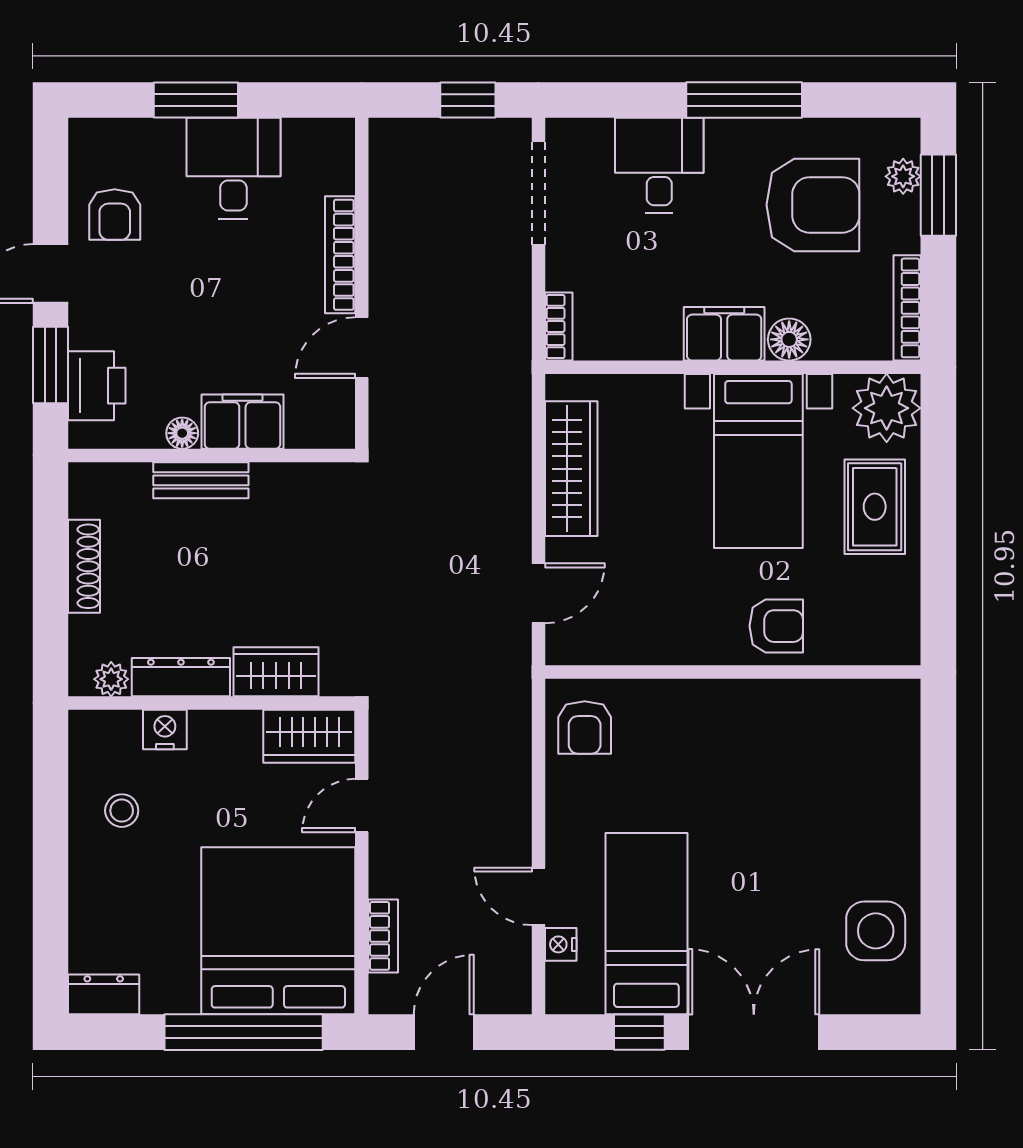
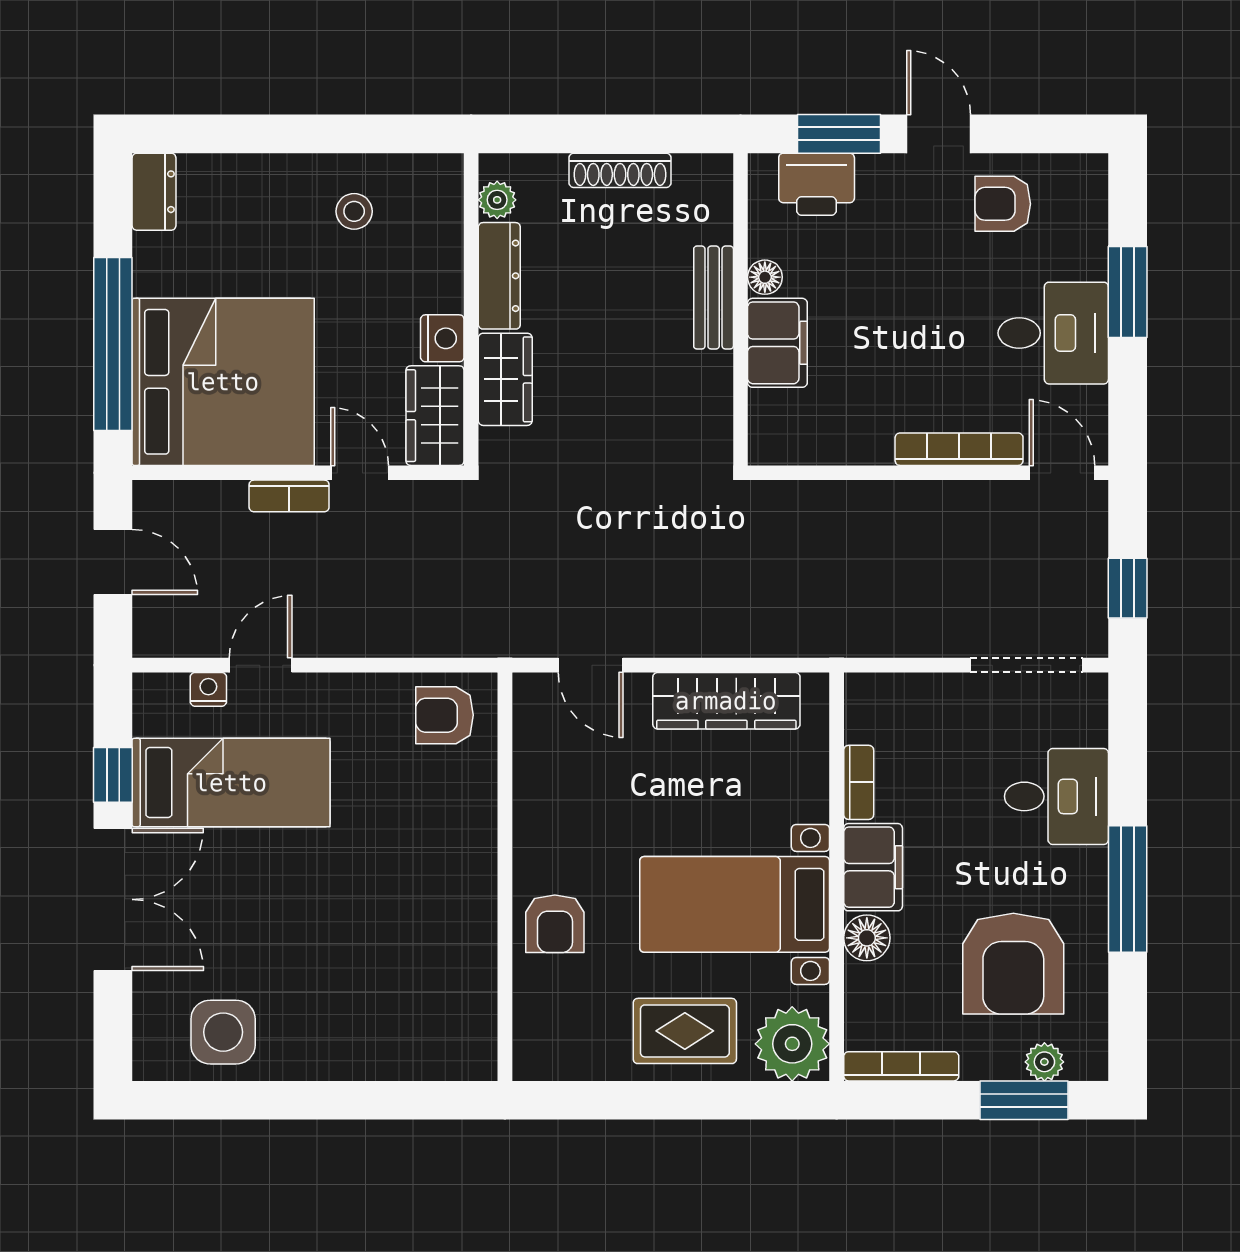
bookcase: (559, 327) -> (859, 782), moved, turned -90
door: (362, 348) -> (1062, 473), moved
nightstand: (165, 730) -> (442, 338), moved
bookcase: (383, 936) -> (289, 496), moved

